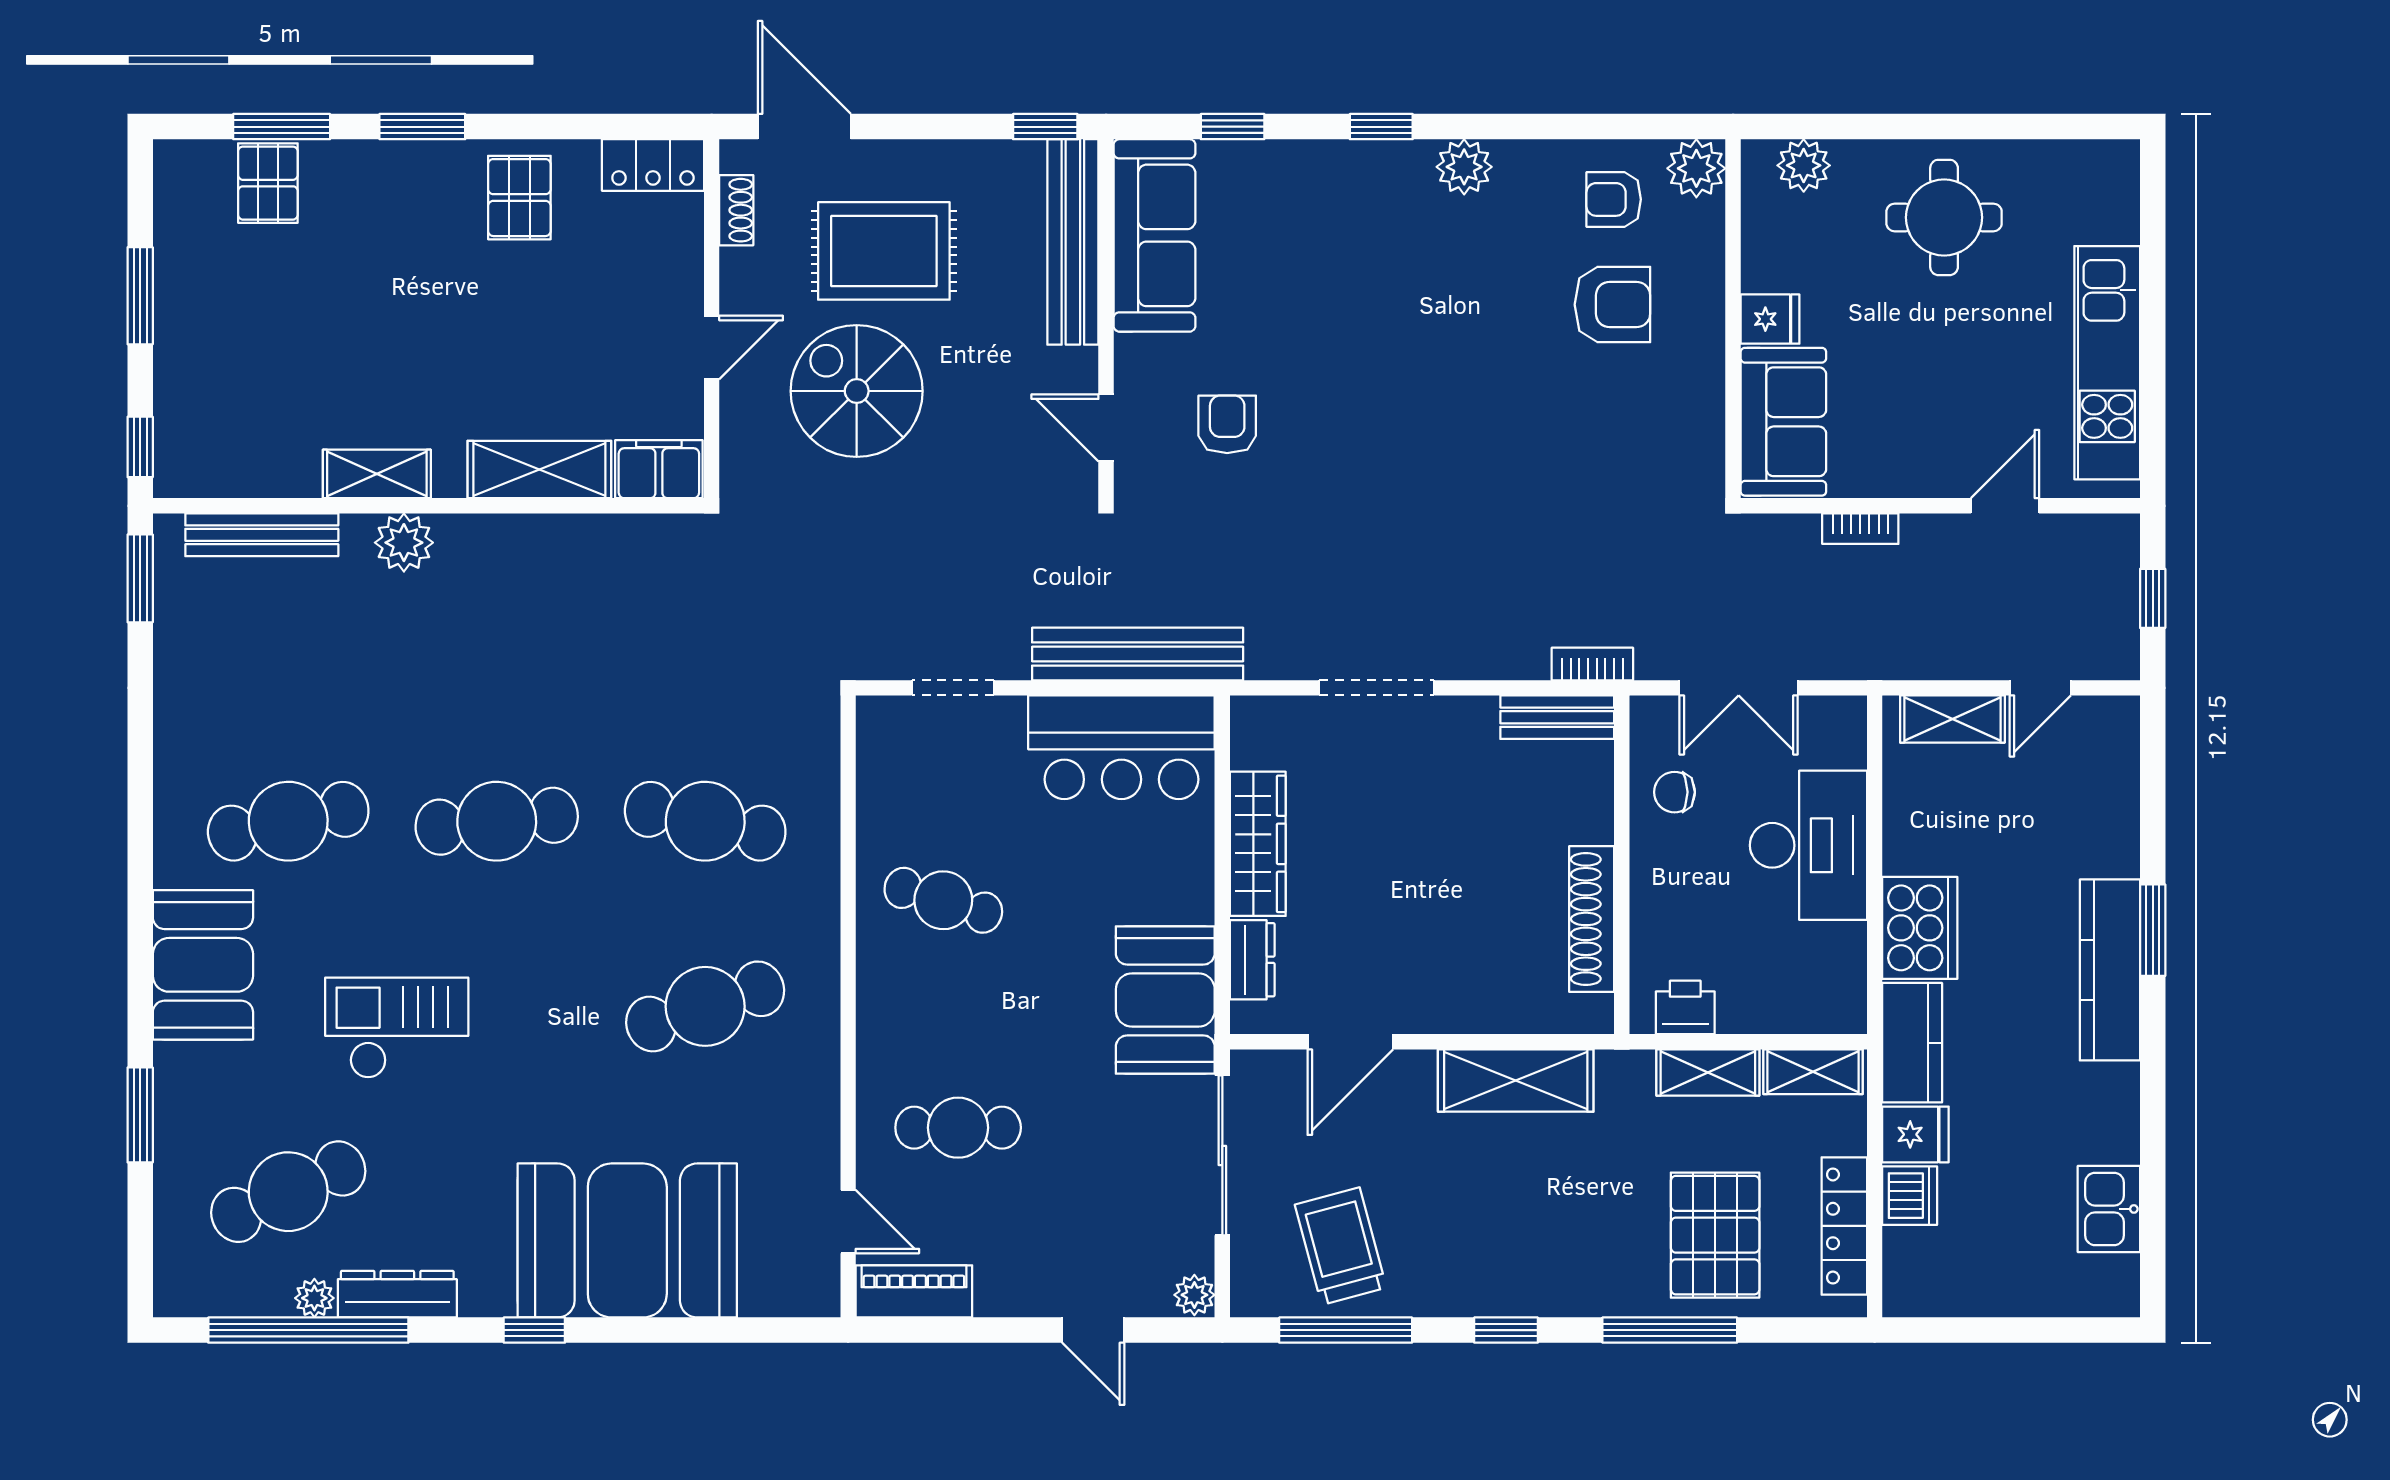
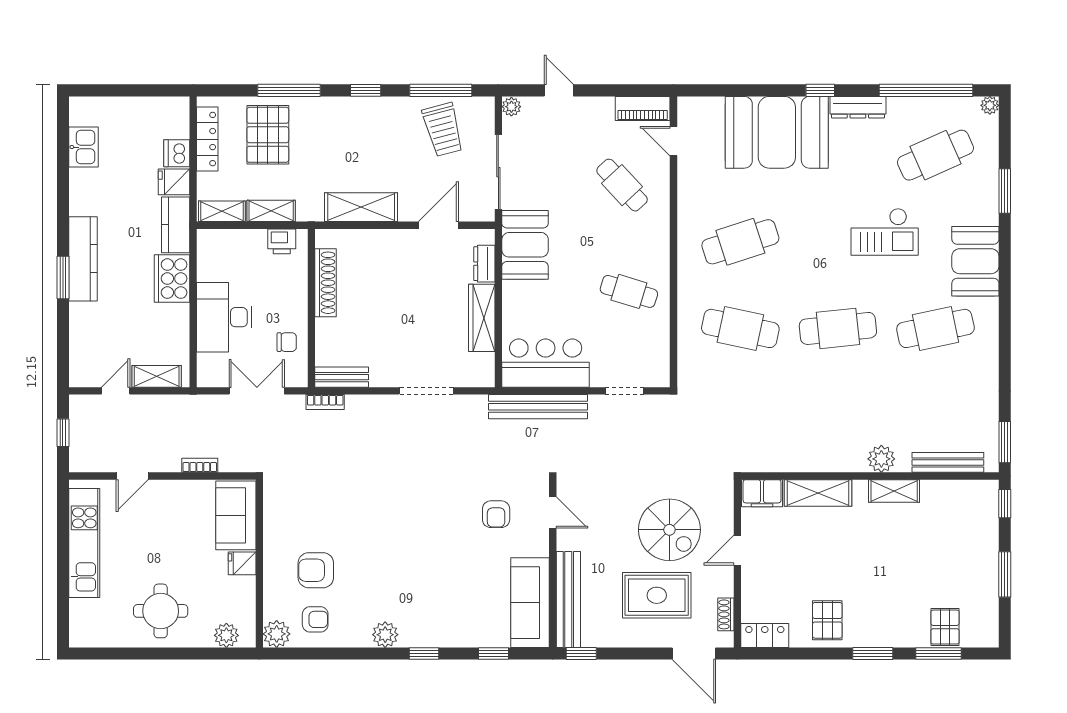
cafe table: (958, 1128) -> (622, 185), turned 47
dresser: (397, 1294) -> (858, 107), moved
plant: (314, 1298) -> (990, 105), moved

